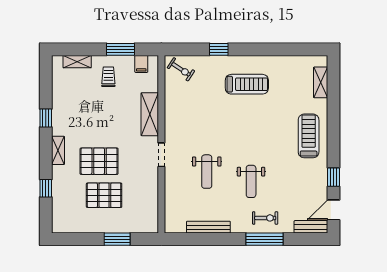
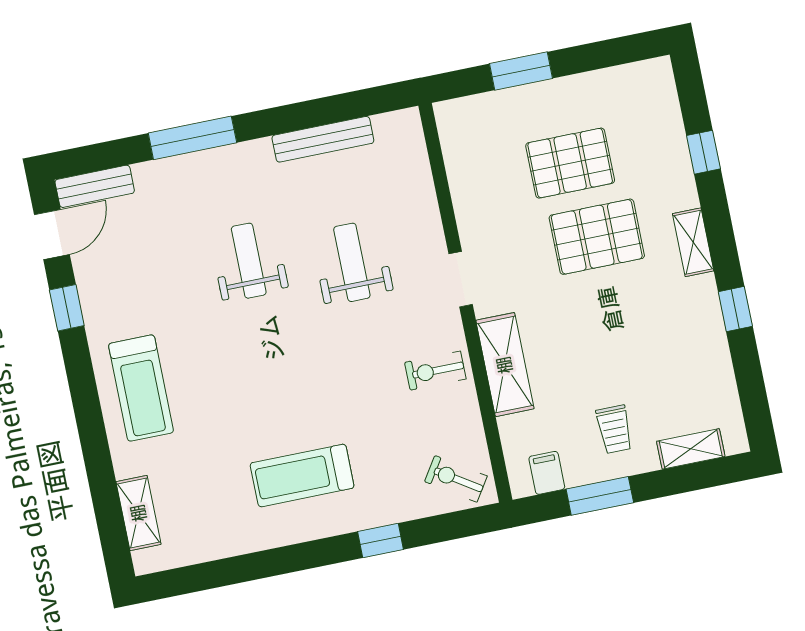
exercise bike: (265, 218) -> (435, 371), moved

